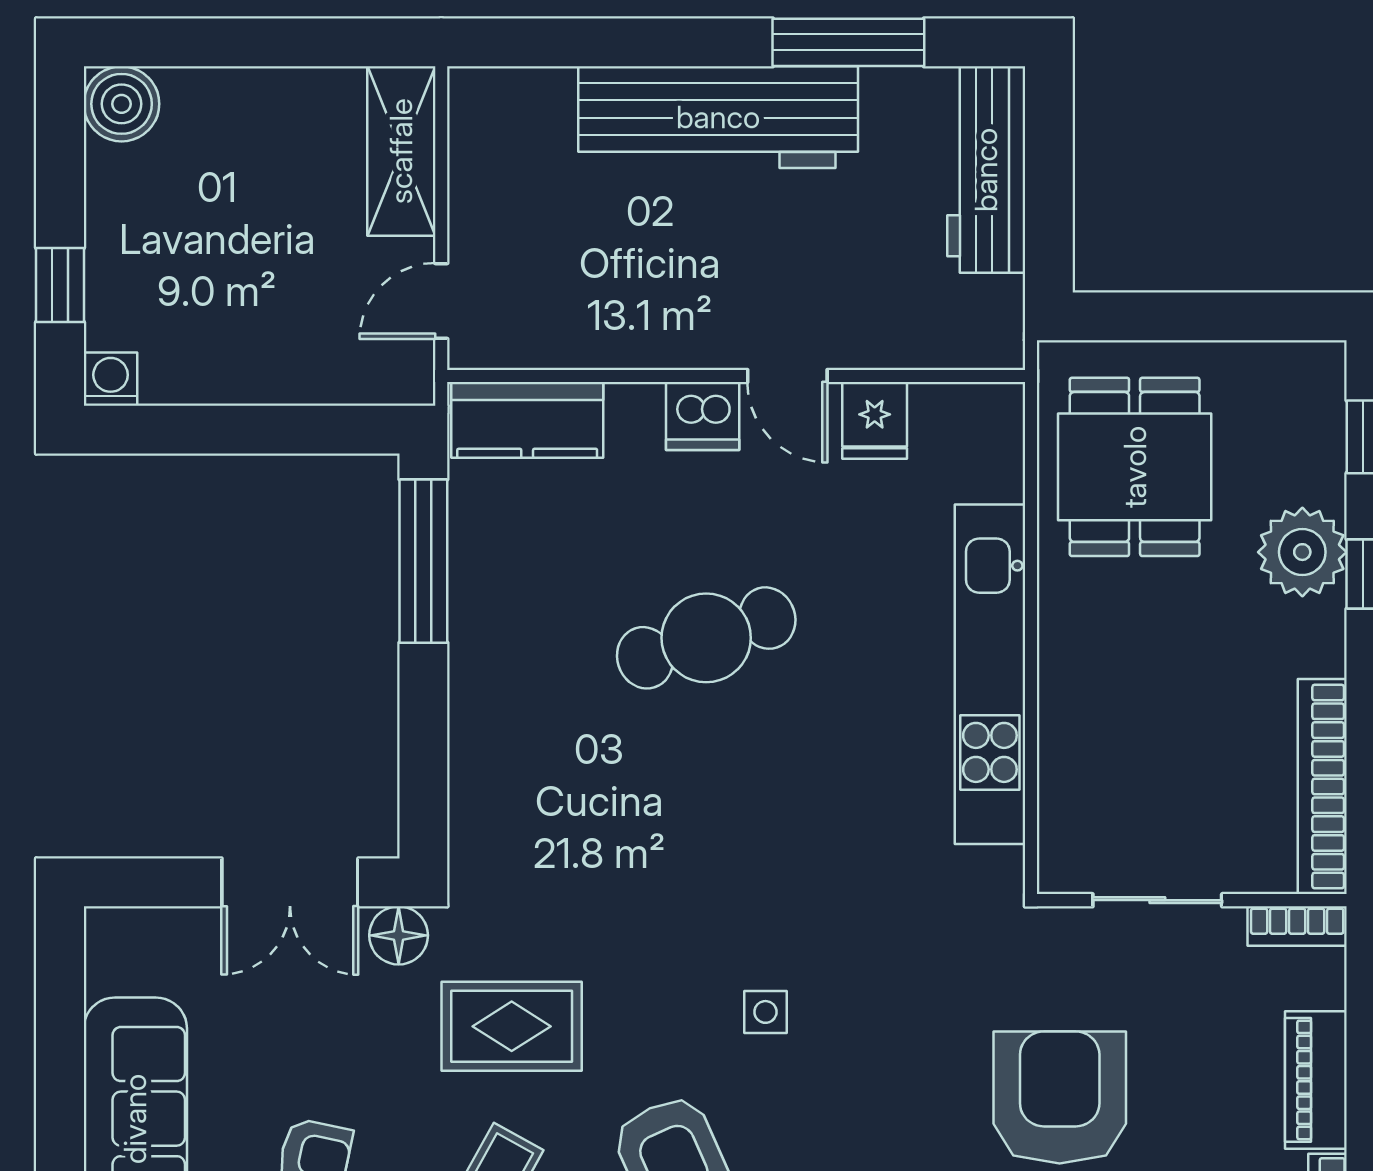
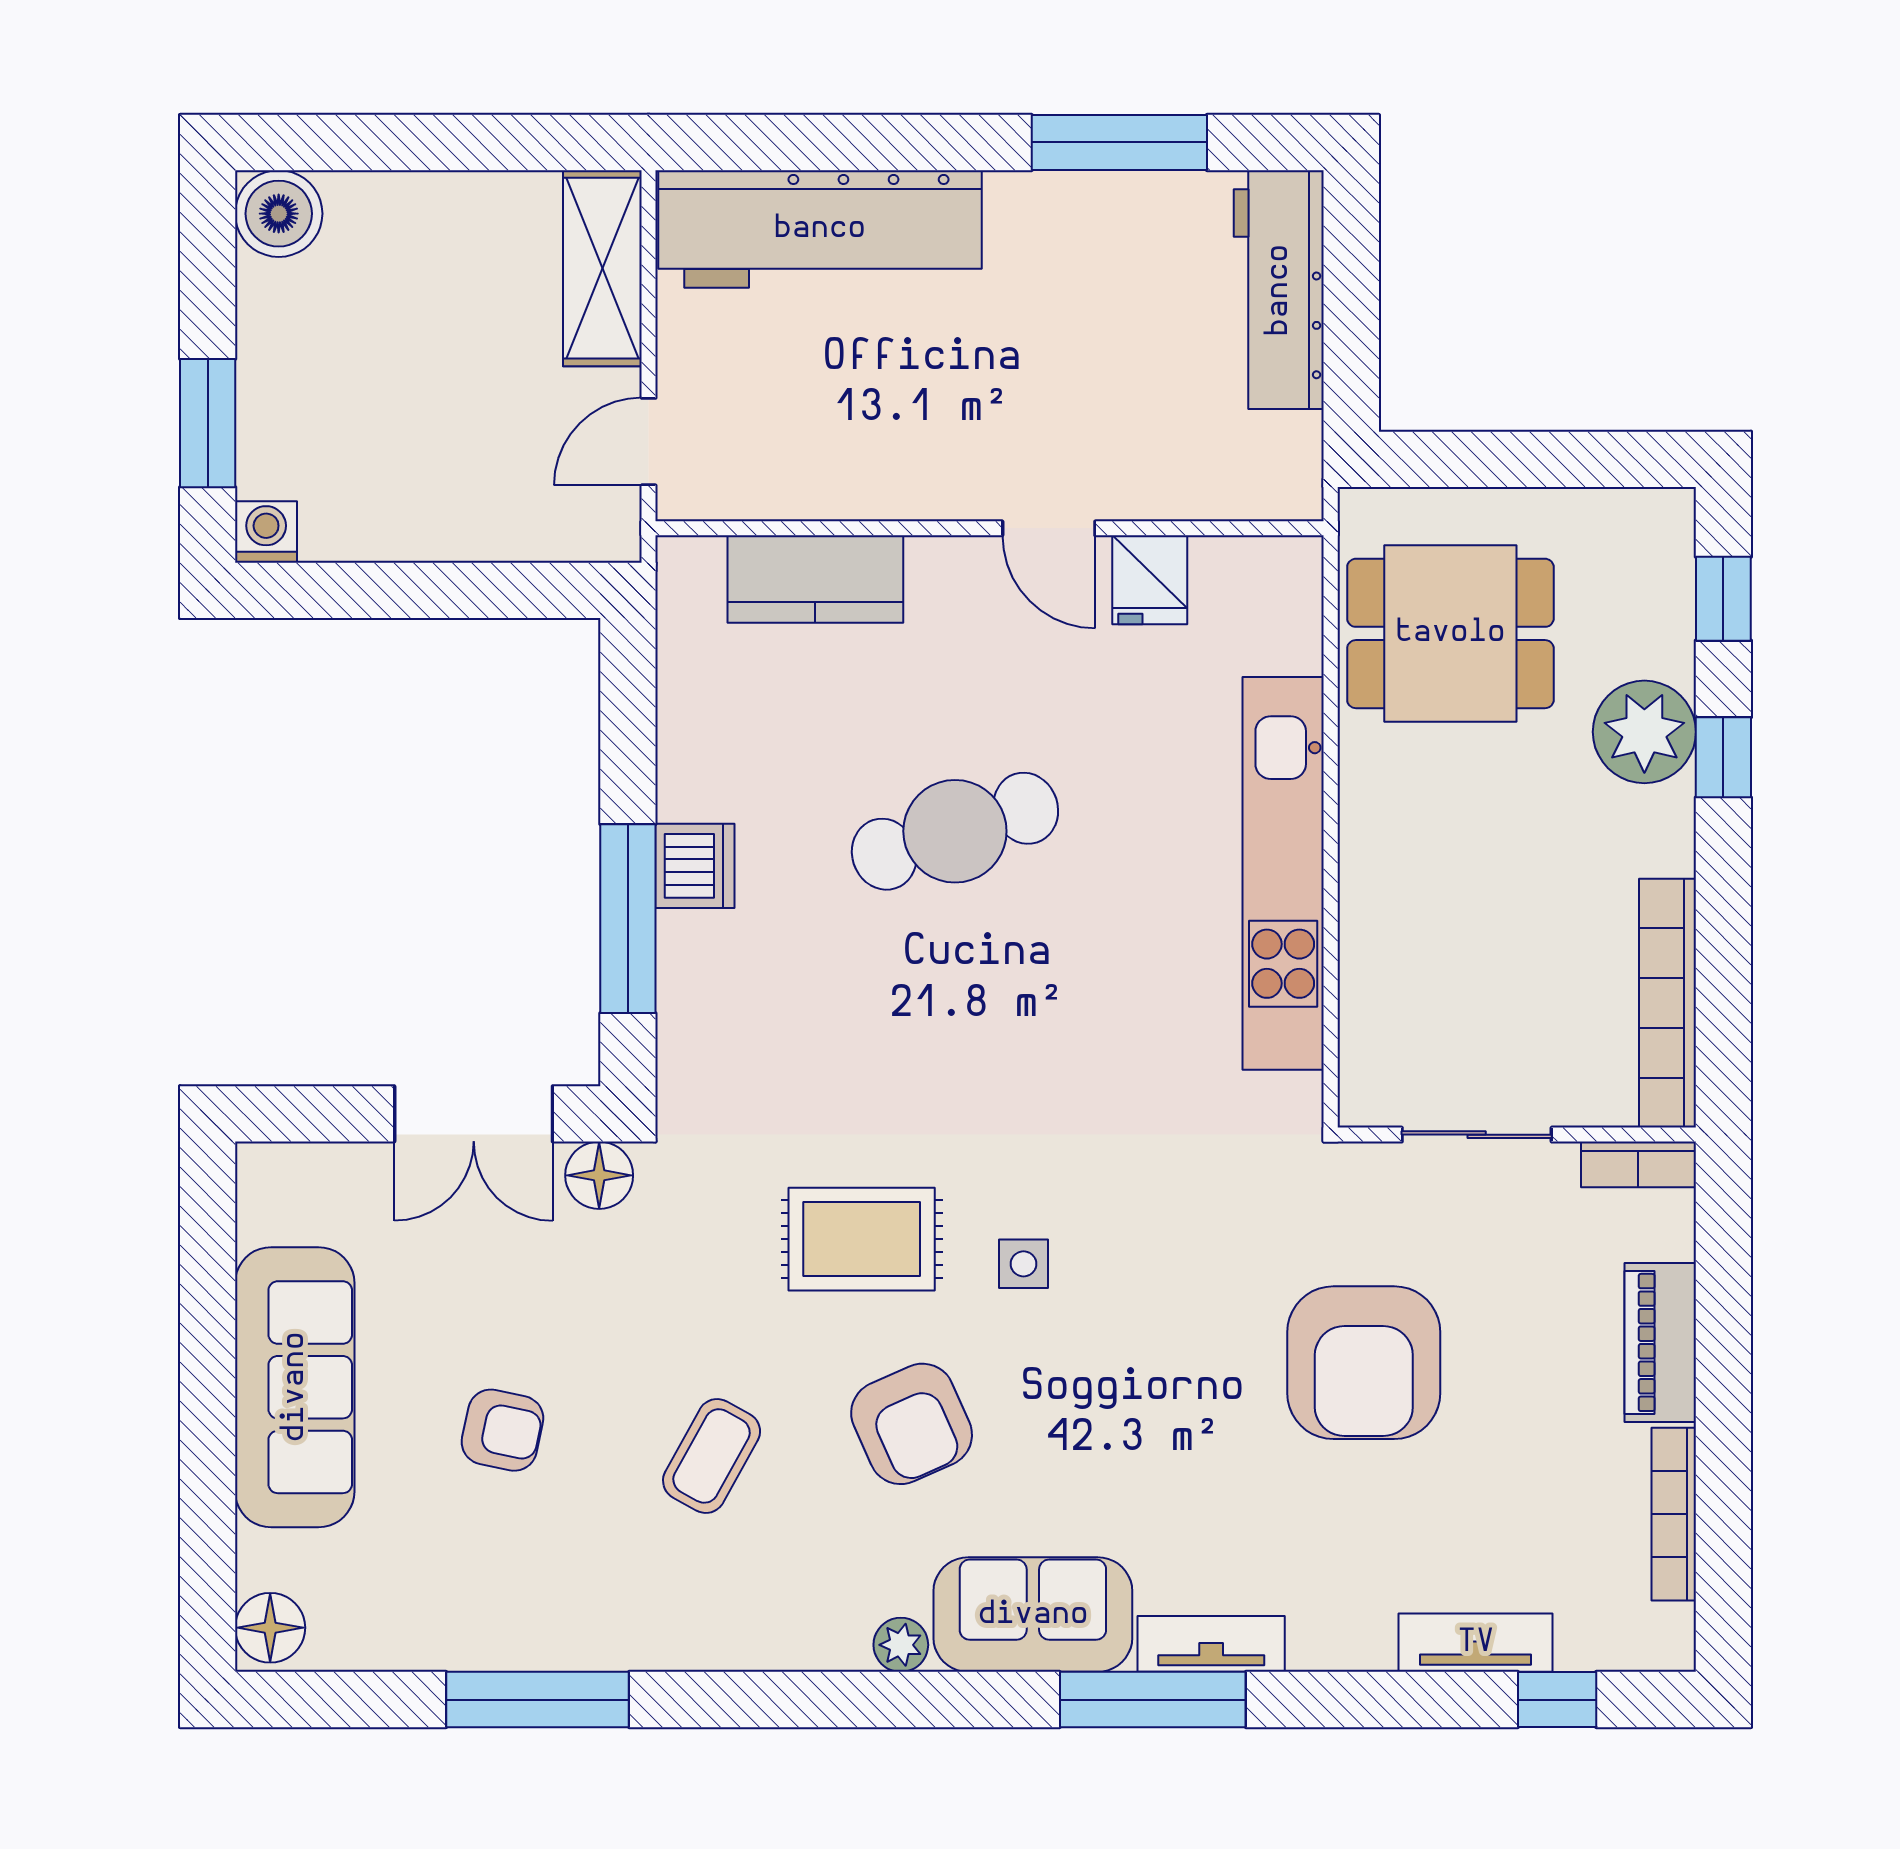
workbench: (718, 117) -> (820, 229), moved
window: (60, 285) -> (208, 423), width x1.50
dishwasher: (703, 416) -> (695, 866), moved, turned -90
kitchen counter: (527, 420) -> (815, 579), moved
dining table: (1135, 467) -> (1450, 633), turned 90
window: (423, 561) -> (628, 919), moved
rug: (512, 1026) -> (862, 1239), moved
armchair: (1060, 1097) -> (1364, 1363), turned 180

